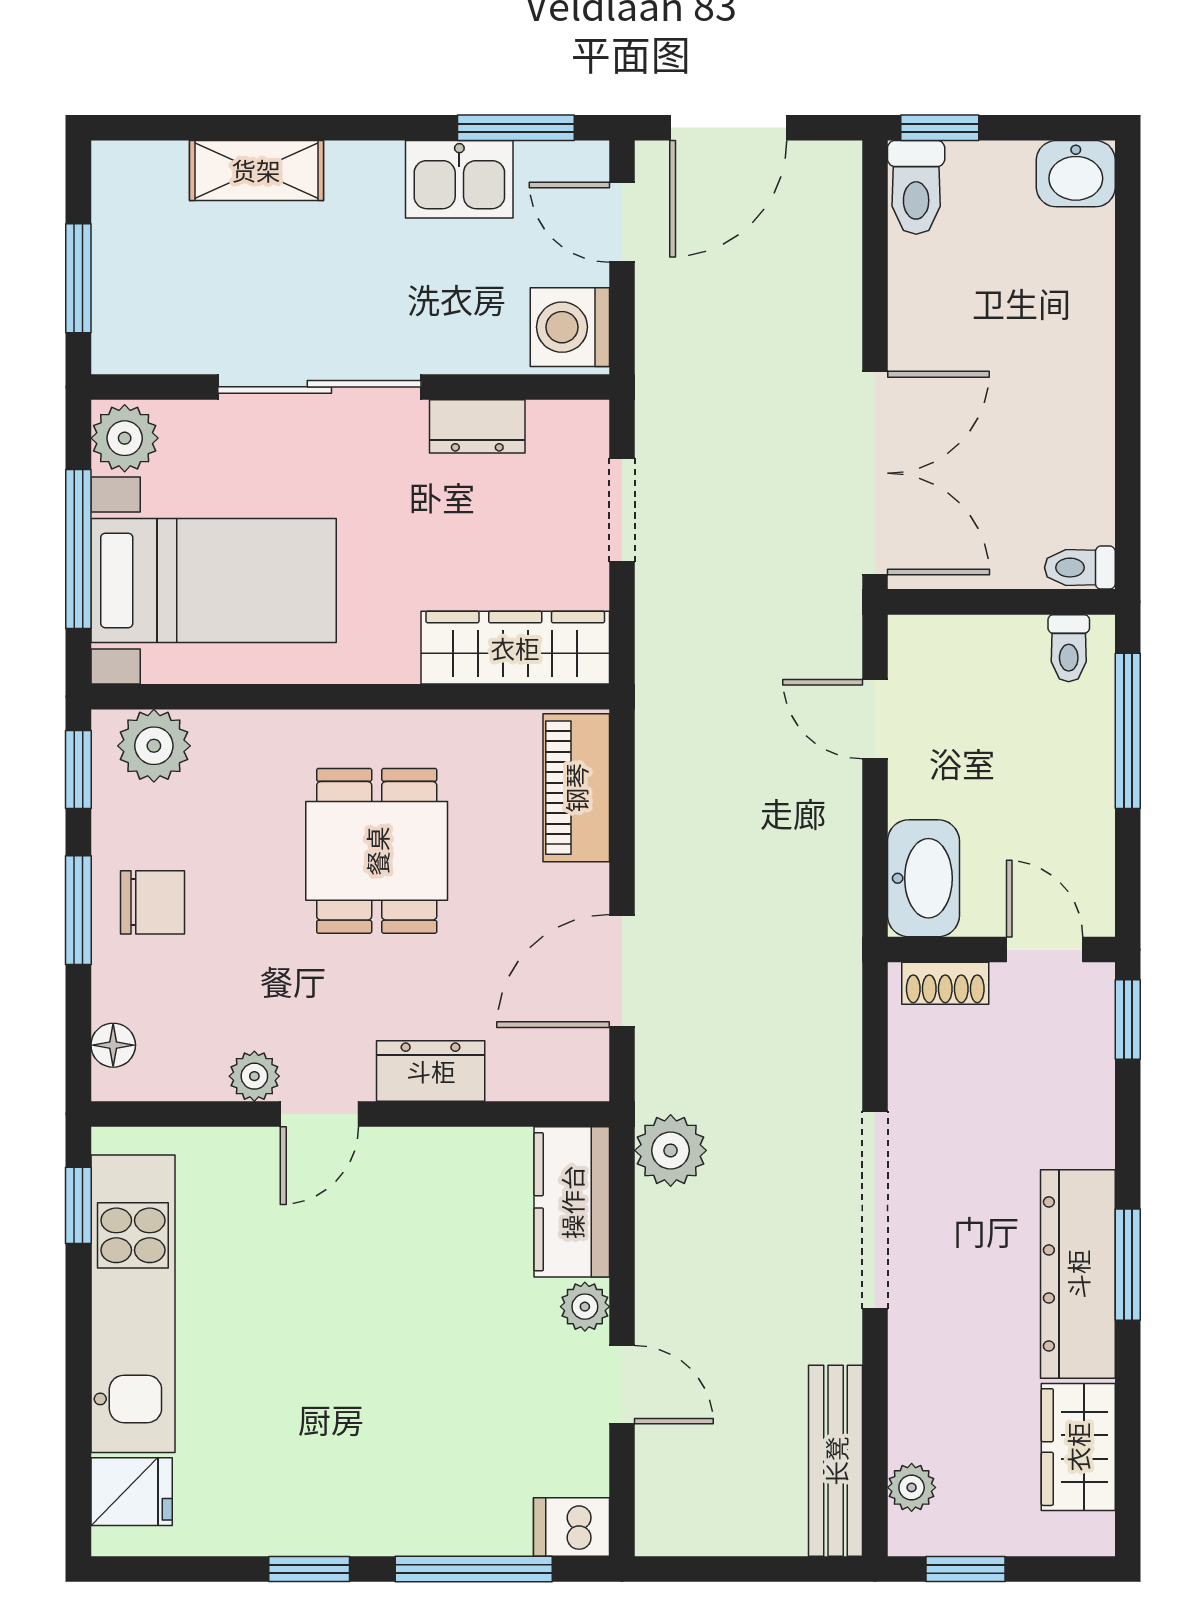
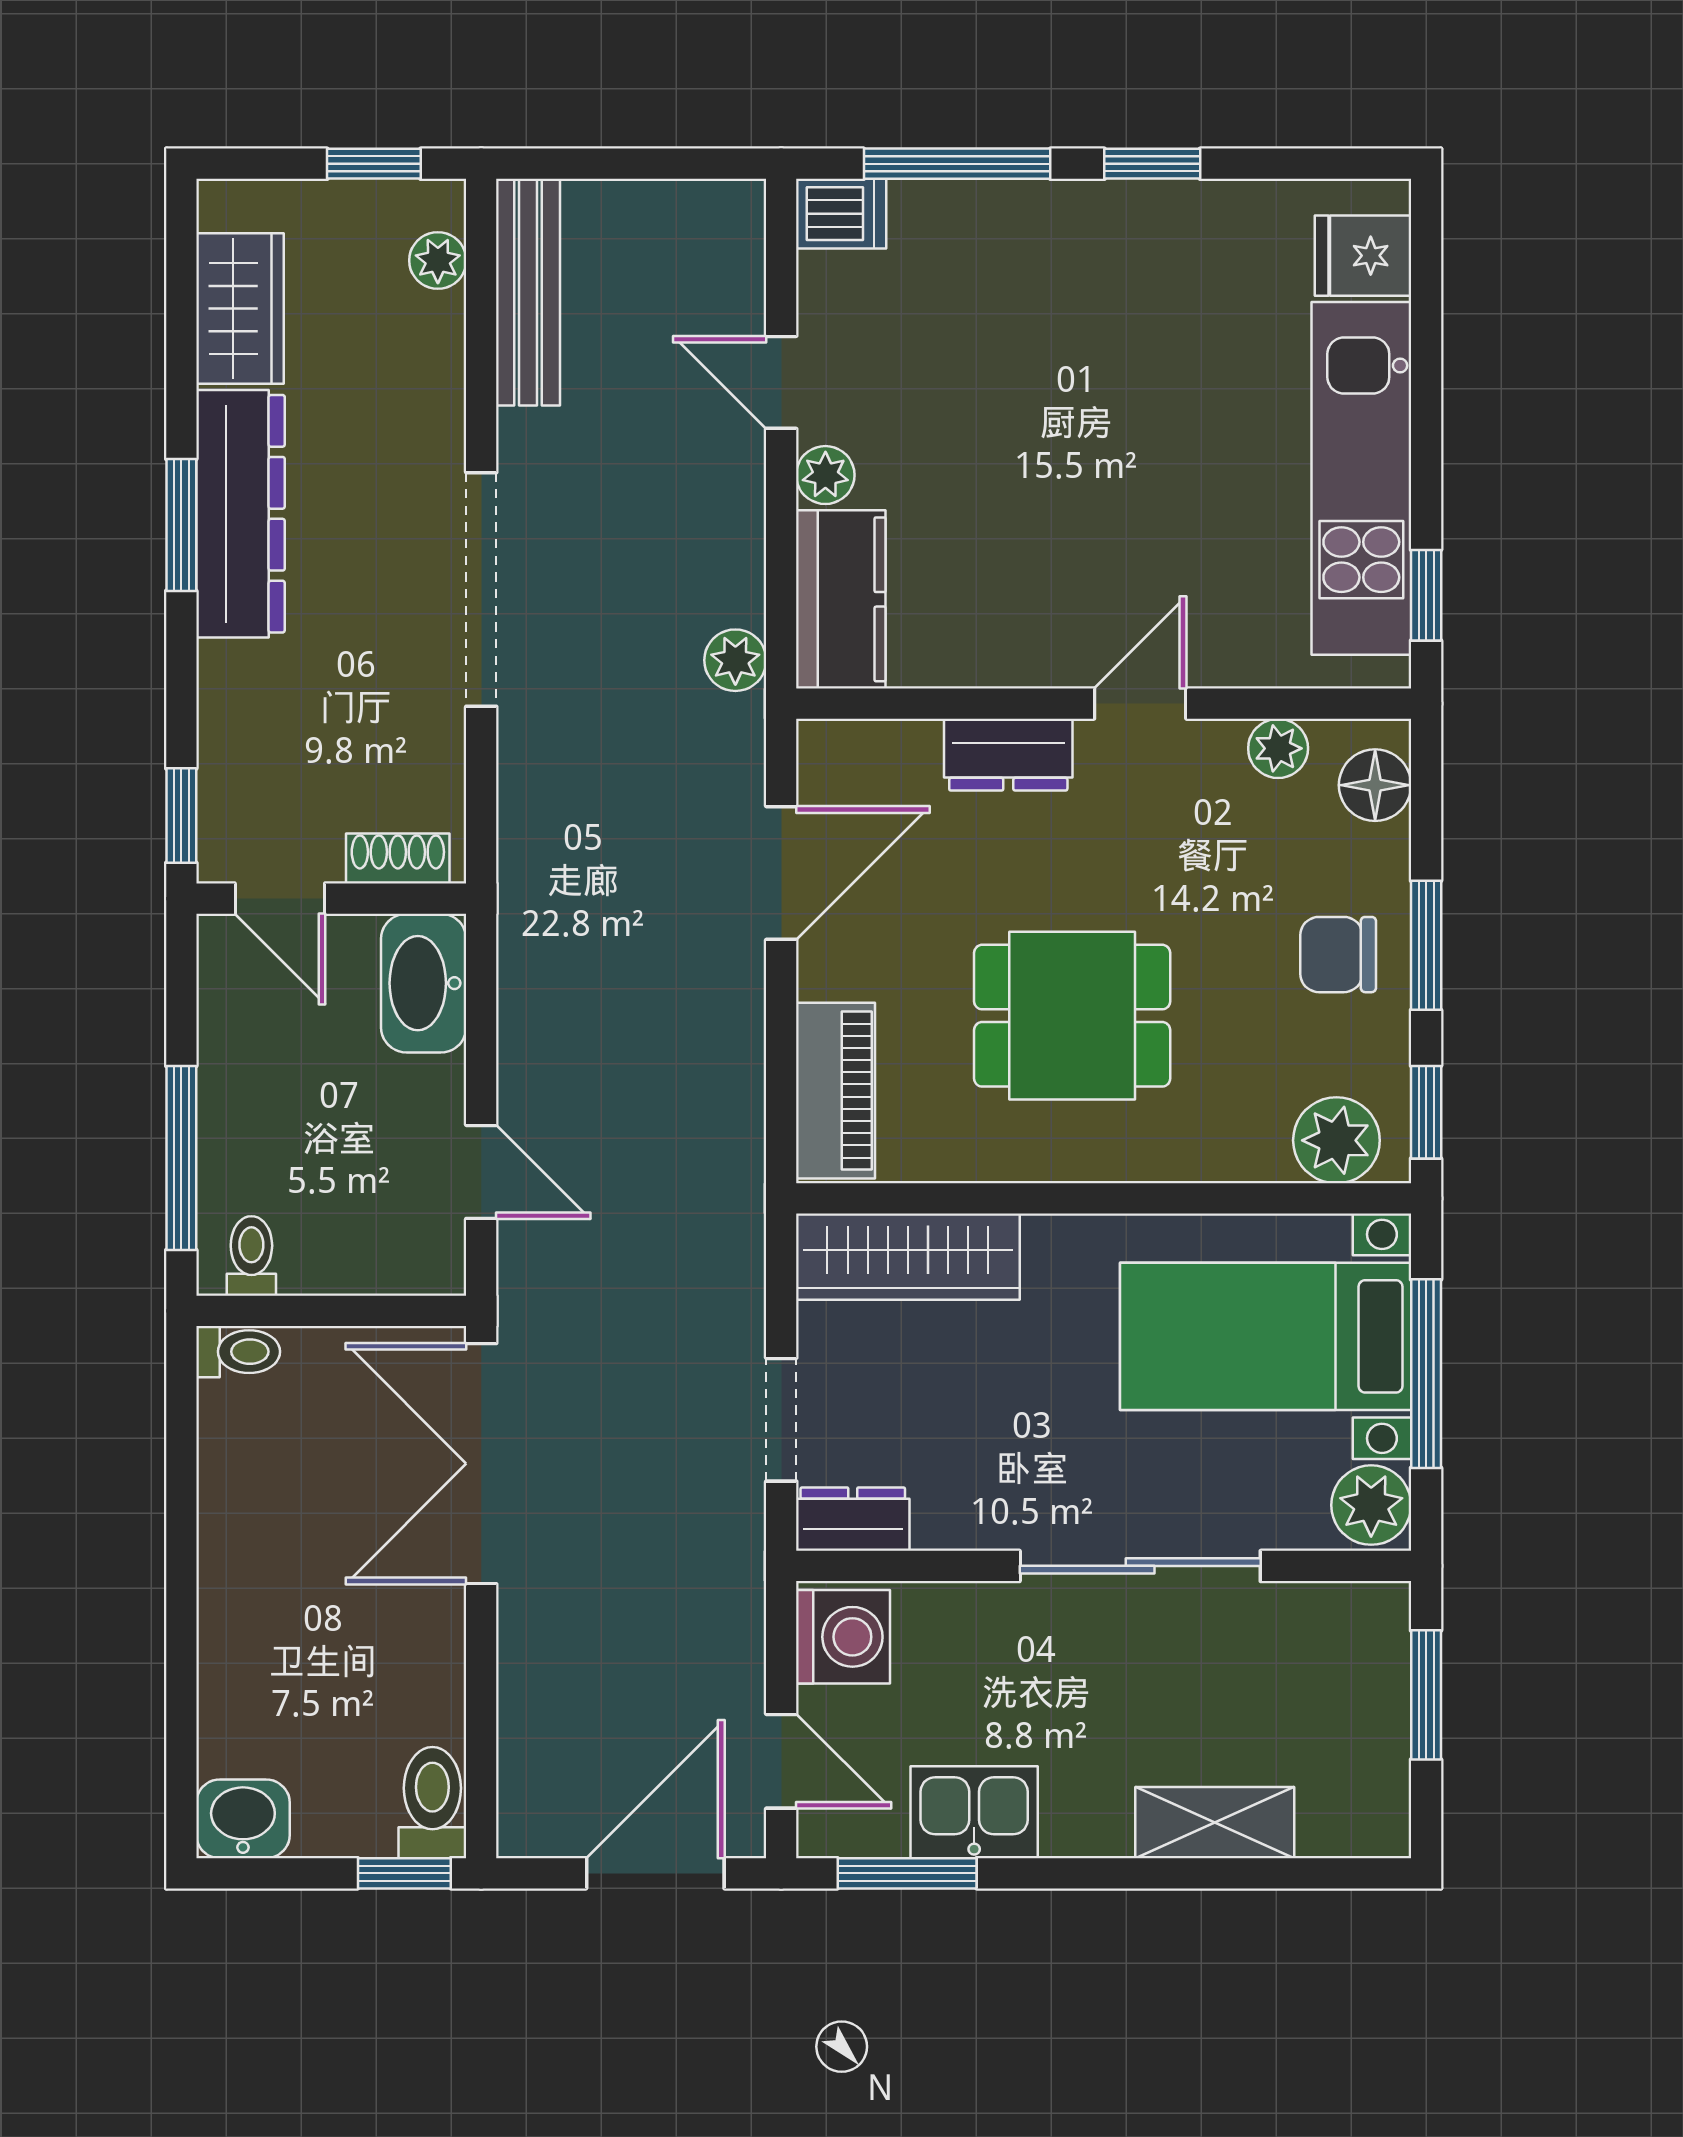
dresser: (477, 426) -> (853, 1519), moved
dining table: (377, 851) -> (1072, 1016), turned 90
floor lamp: (113, 1045) -> (1375, 785), width x1.37, depth x1.37
plant: (254, 1076) -> (1278, 748), moved
plant: (671, 1150) -> (735, 660), width x0.73, depth x0.73

